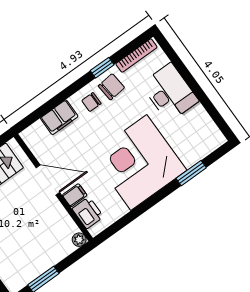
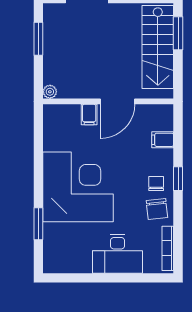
window: (102, 68) -> (178, 179), moved
filing cabinet: (59, 117) -> (163, 140), width x0.50
printer: (88, 213) -> (67, 115), removed

